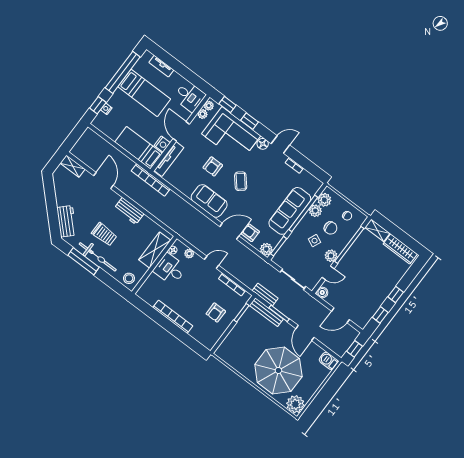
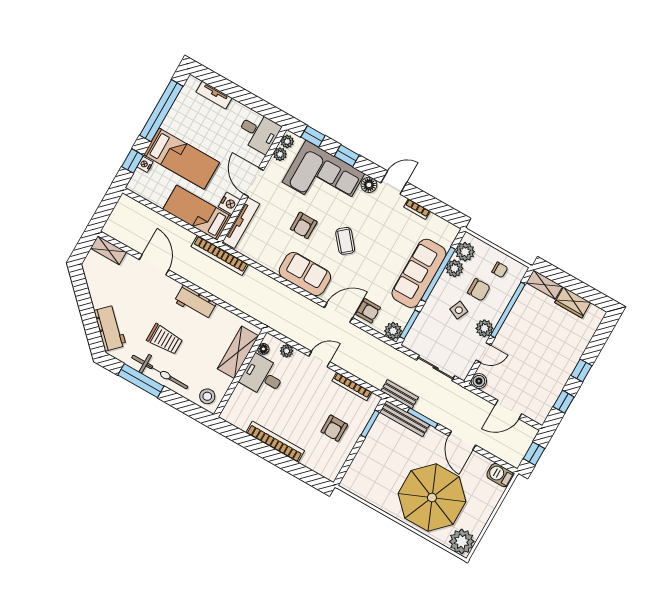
bed: (144, 93) -> (182, 159), moved
armchair: (250, 233) -> (368, 311), turned 180
wardrobe: (400, 249) -> (573, 303), width x0.67

